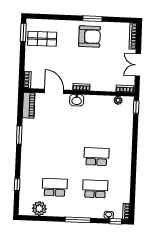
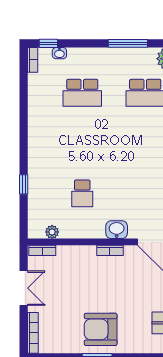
window: (136, 107) -> (24, 184), moved
school desk: (96, 157) -> (82, 193), moved, width x0.54
window: (78, 220) -> (128, 43), moved

